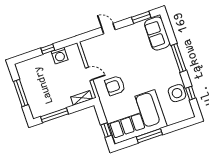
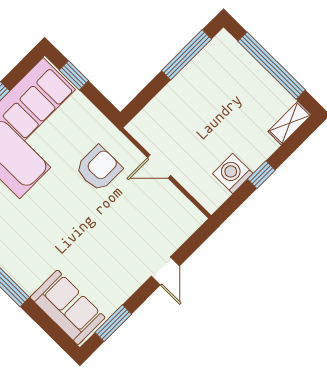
door: (108, 29) -> (165, 271), hinge flipped
window: (21, 93) -> (272, 66), width x1.46
shelving: (82, 98) -> (290, 123), moved

